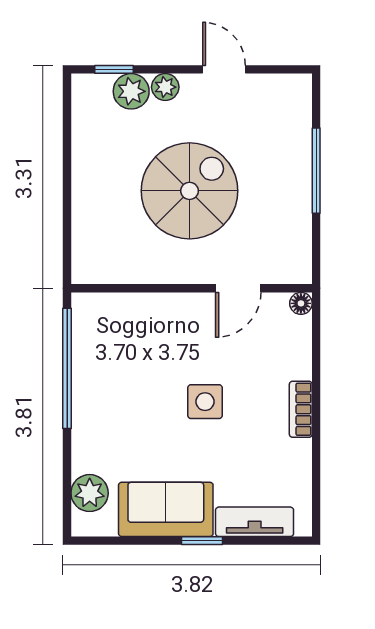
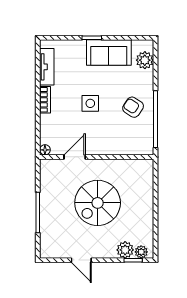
plant: (165, 87) -> (141, 252), moved
armchair: (114, 394) -> (133, 107), added
tv unit: (255, 522) -> (47, 67), moved, turned -90

